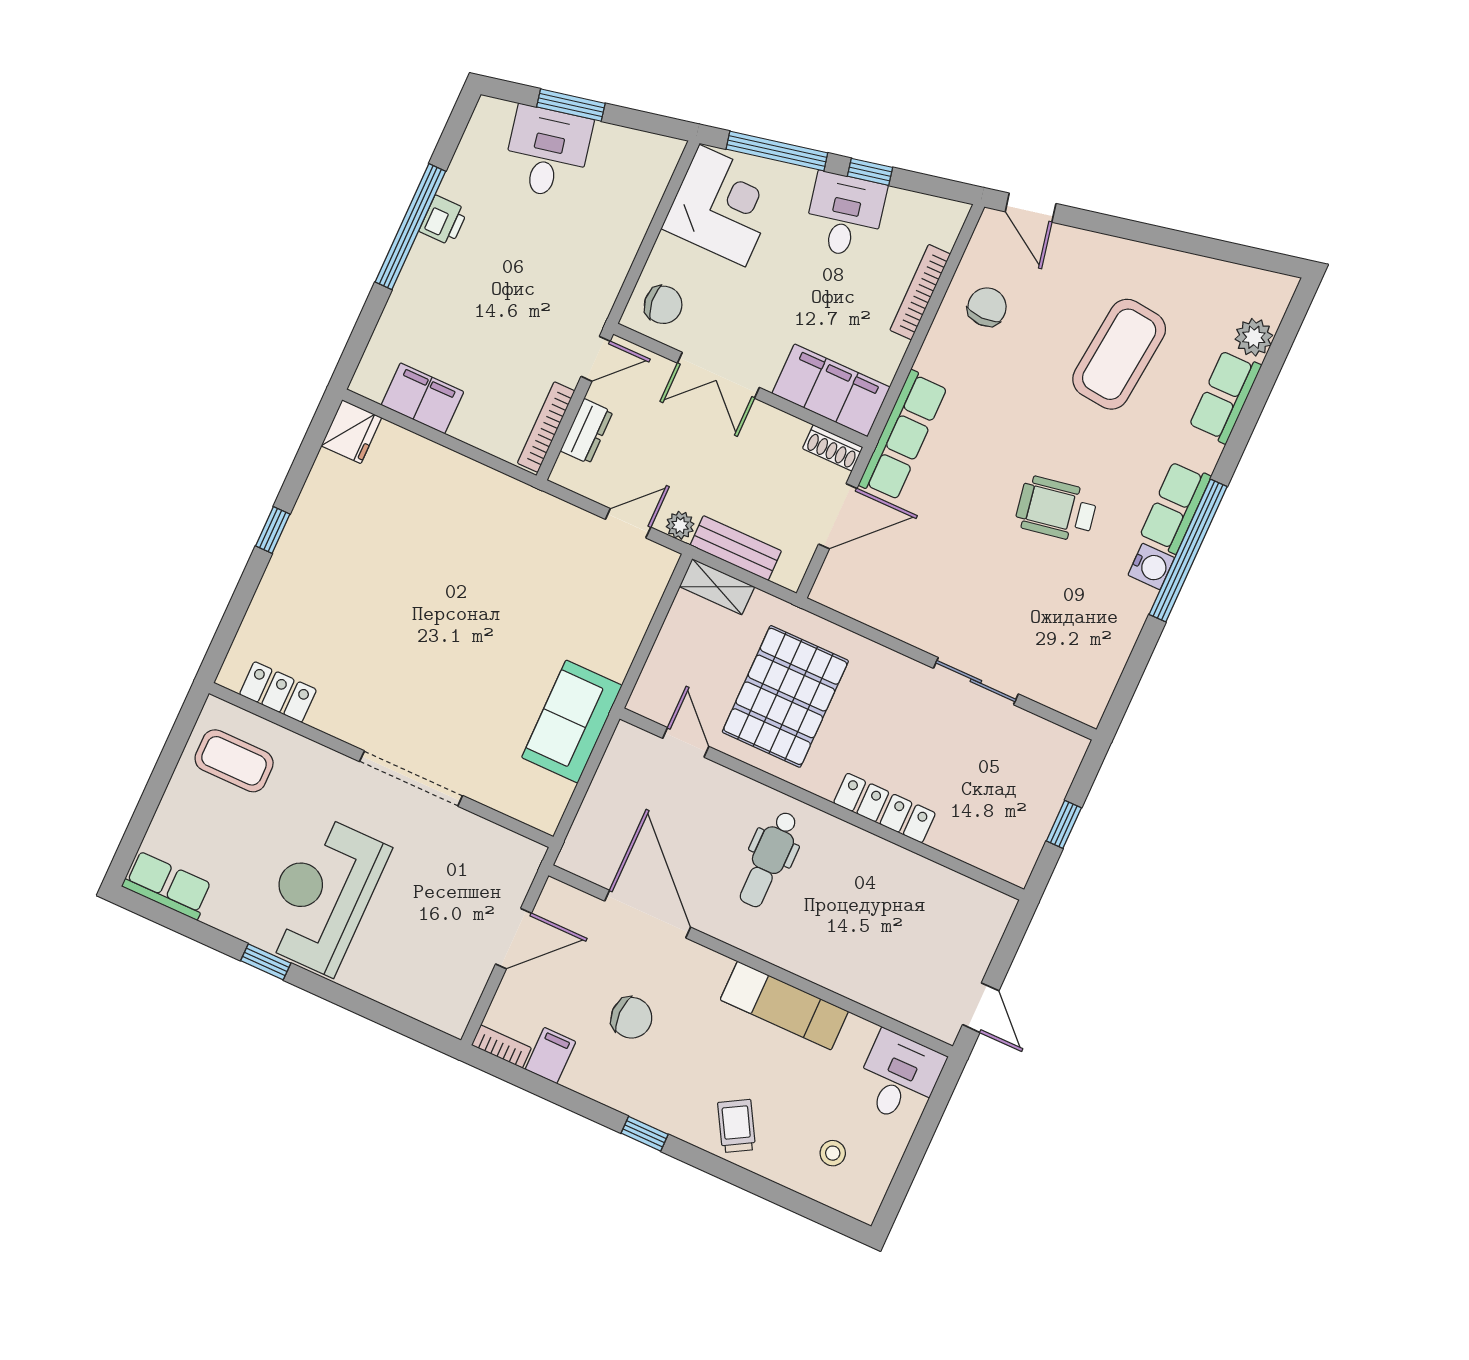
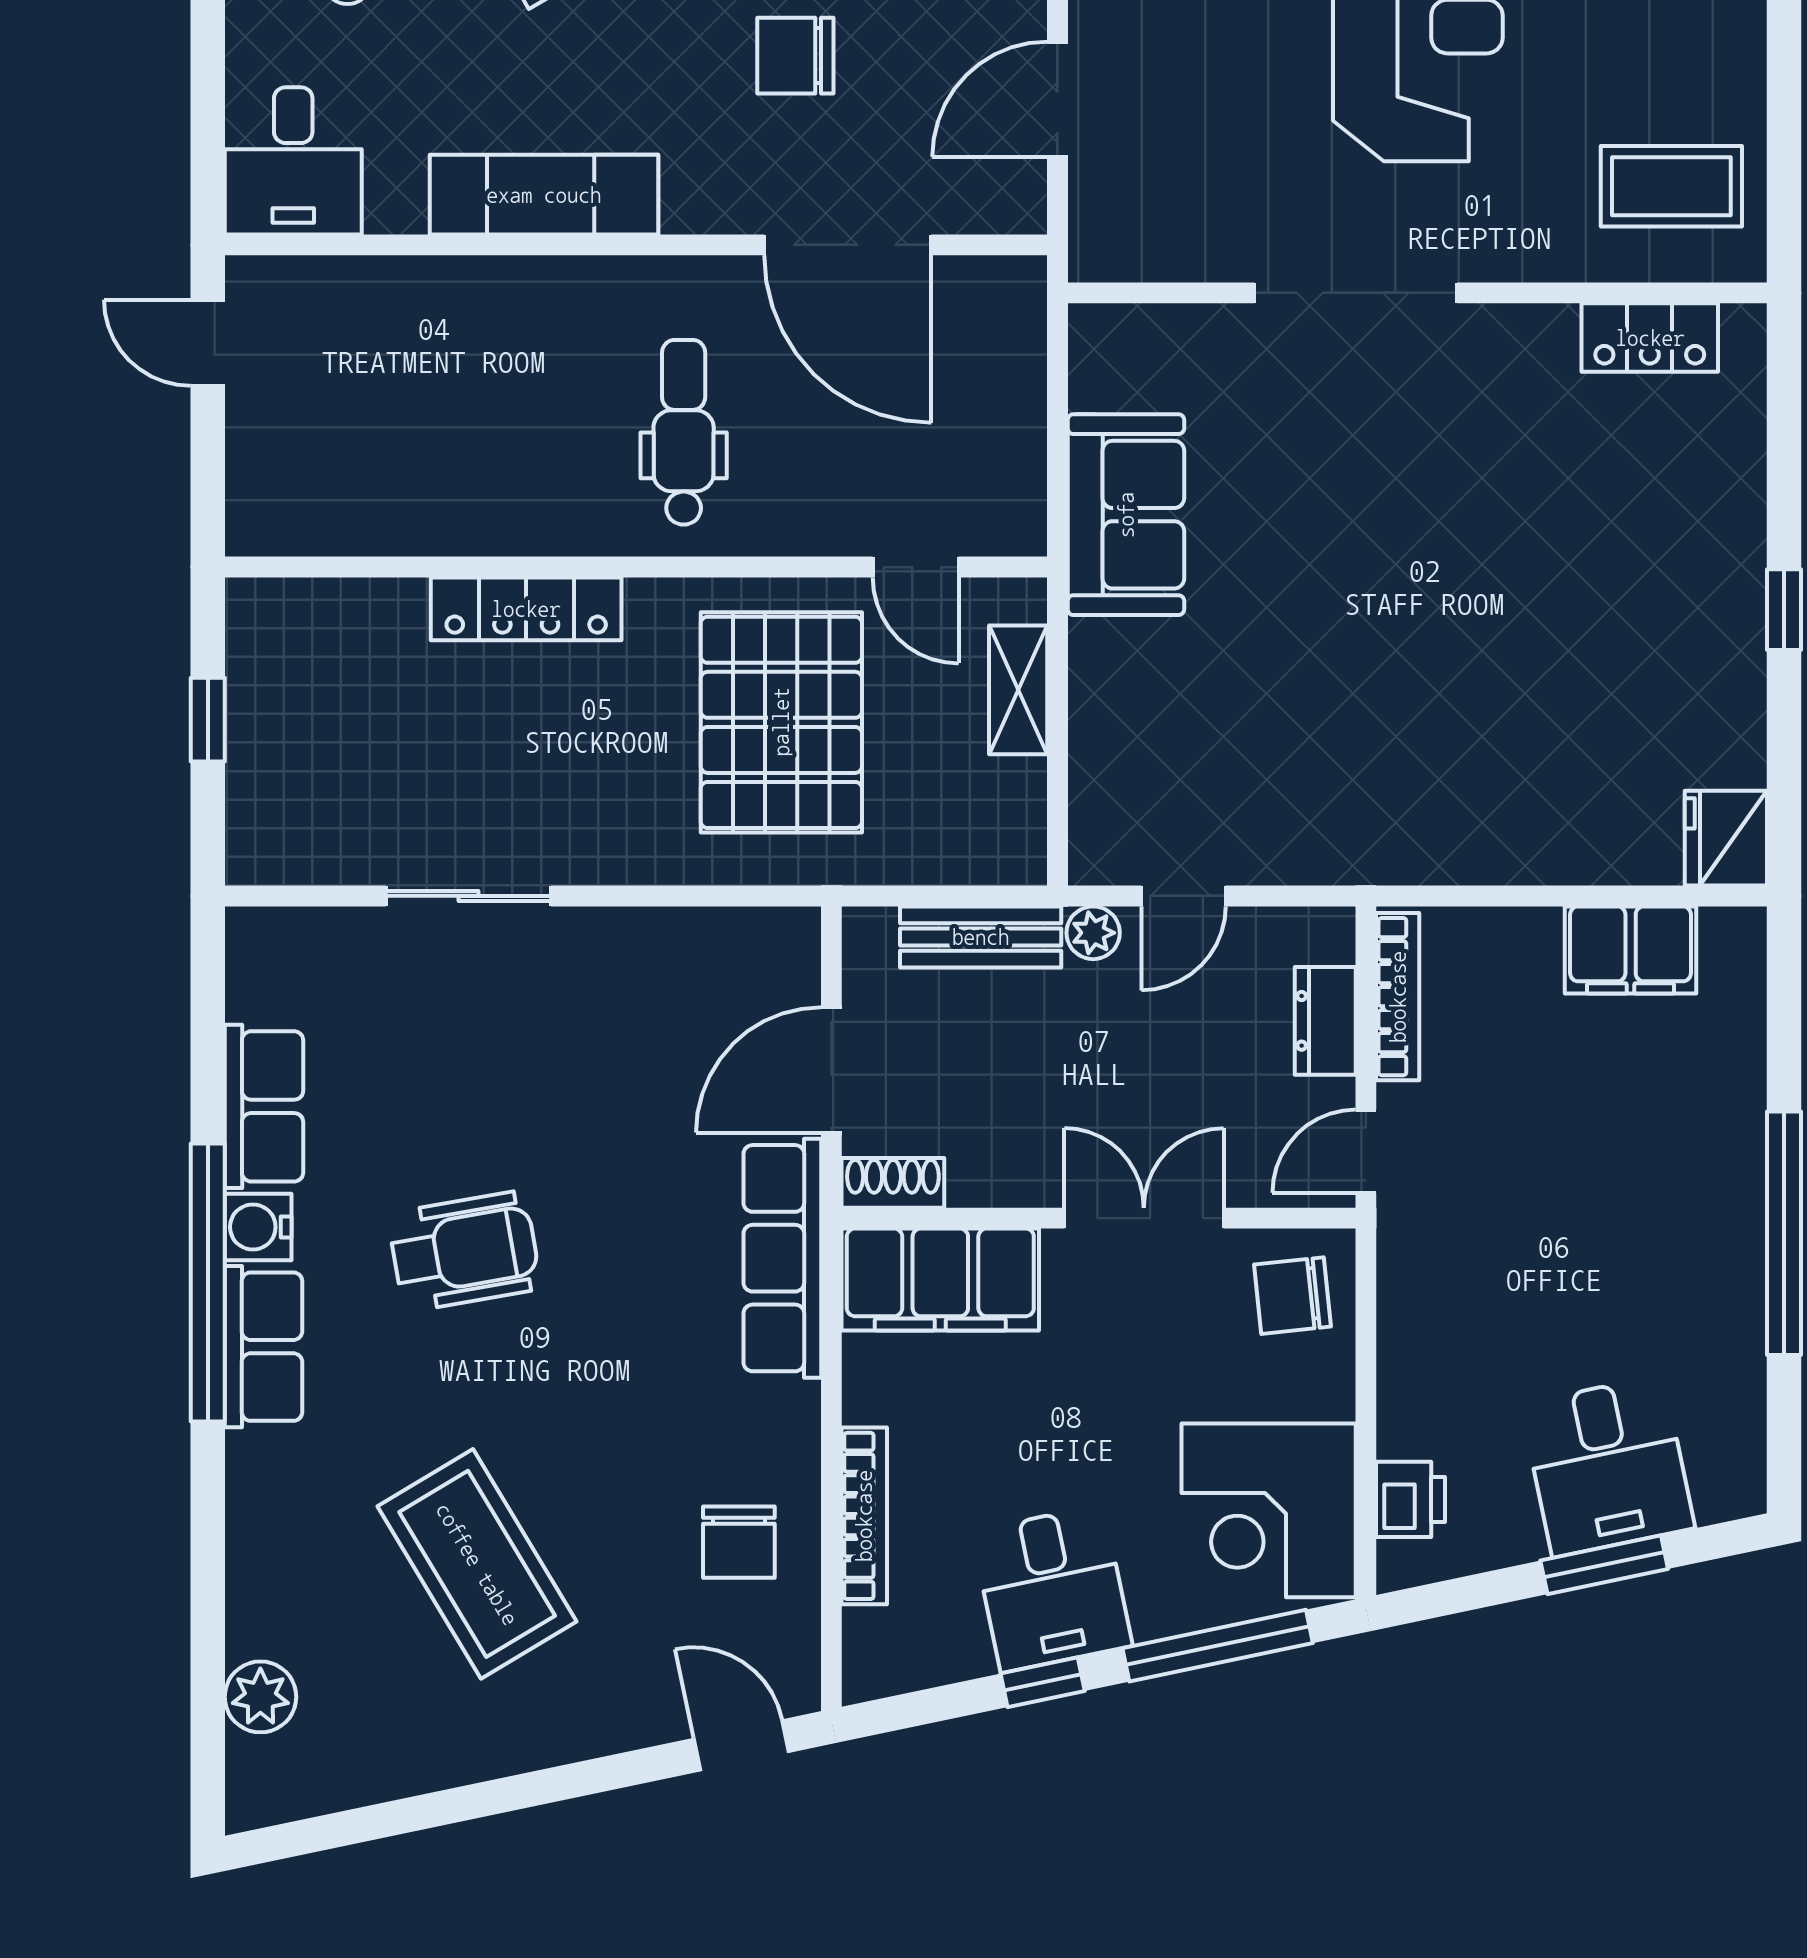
printer: (443, 220) -> (1410, 1499), moved, turned 180
coffee table: (1119, 354) -> (477, 1564), turned -37
row of seats: (1225, 396) -> (264, 1106), moved
shelving: (717, 587) -> (1018, 690), moved, turned 90

